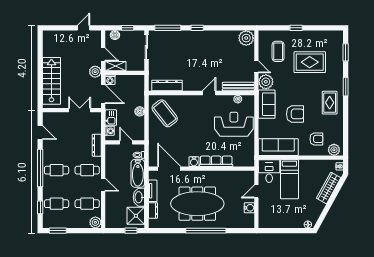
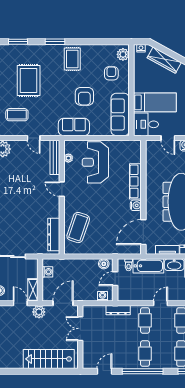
door: (103, 54) -> (20, 303), hinge flipped
door: (256, 67) -> (34, 138), swing flipped
washing machine: (110, 80) -> (47, 272), moved
plant: (266, 82) -> (50, 128), removed
rug: (330, 103) -> (72, 59), turned 90
boiler: (140, 111) -> (104, 264), moved
coffee table: (165, 113) -> (78, 228), moved, turned -33
armchair: (295, 114) -> (84, 96), turned 180
kitchen sink: (111, 118) -> (88, 295), removed

